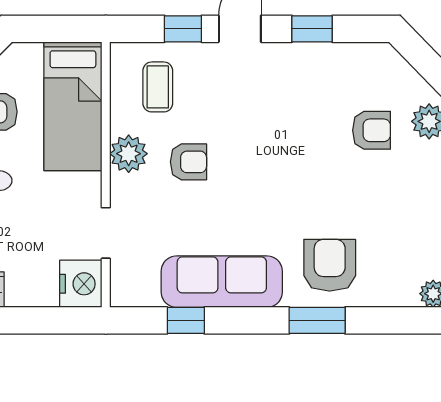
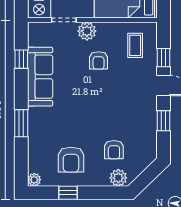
coffee table: (158, 87) -> (135, 45), turned 90
plant: (129, 154) -> (87, 31), moved
armchair: (330, 265) -> (71, 160), moved, turned 90

